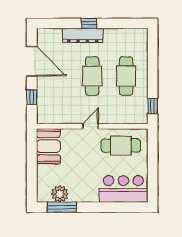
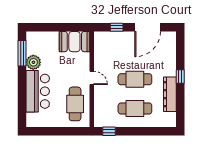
dresser: (83, 35) -> (170, 94), moved
bar counter: (123, 189) -> (38, 91), moved
plant: (60, 194) -> (33, 62), moved

